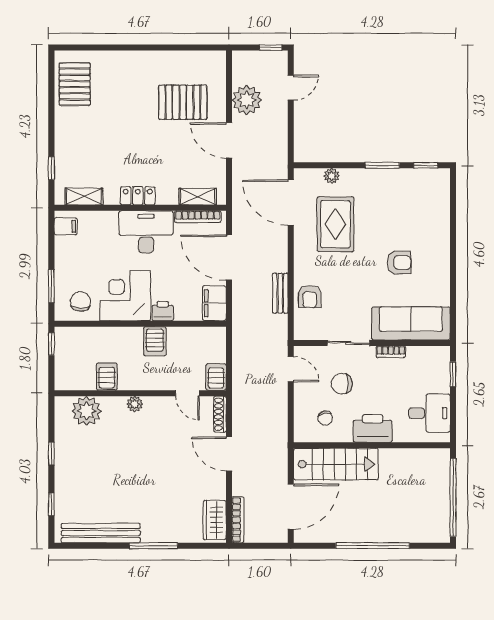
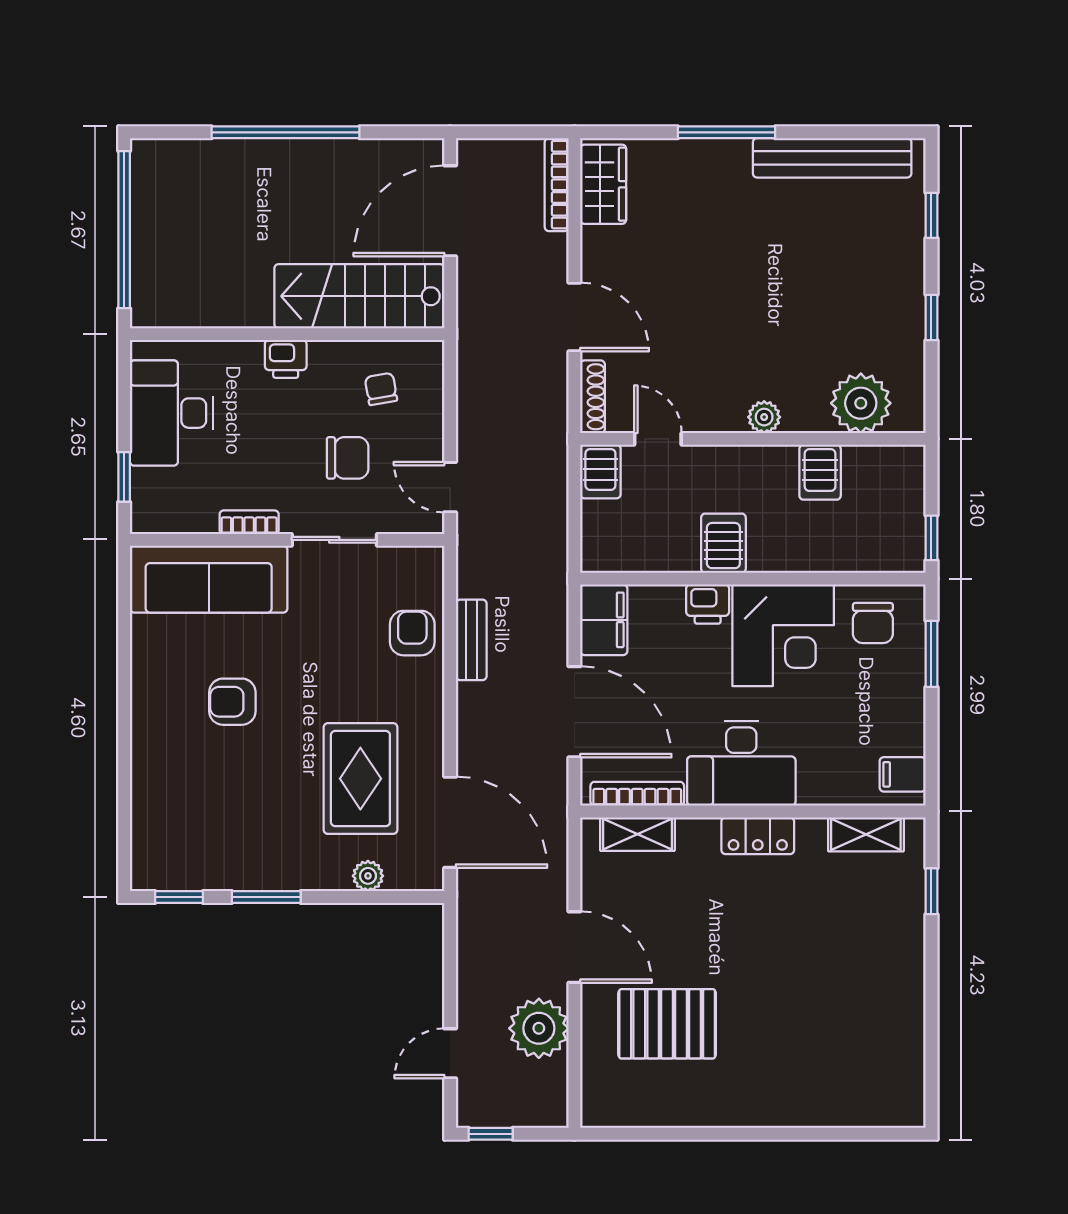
pallet: (75, 84) -> (885, 1060), removed
desk: (429, 413) -> (171, 413), width x1.37
printer: (373, 428) -> (286, 359), width x0.53, depth x0.68

